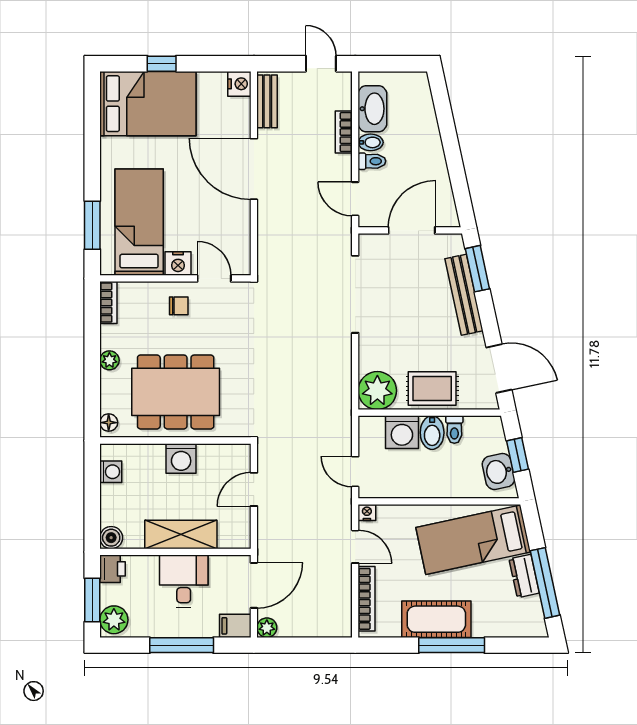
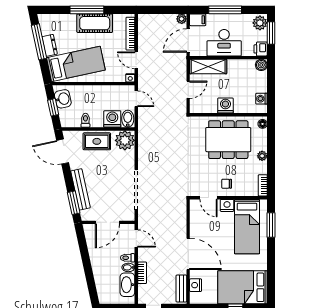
nightstand: (239, 84) -> (196, 285), moved
bidet: (432, 433) -> (128, 119), moved
shelving: (181, 535) -> (208, 67), moved
desk: (184, 581) -> (224, 43), width x1.37

